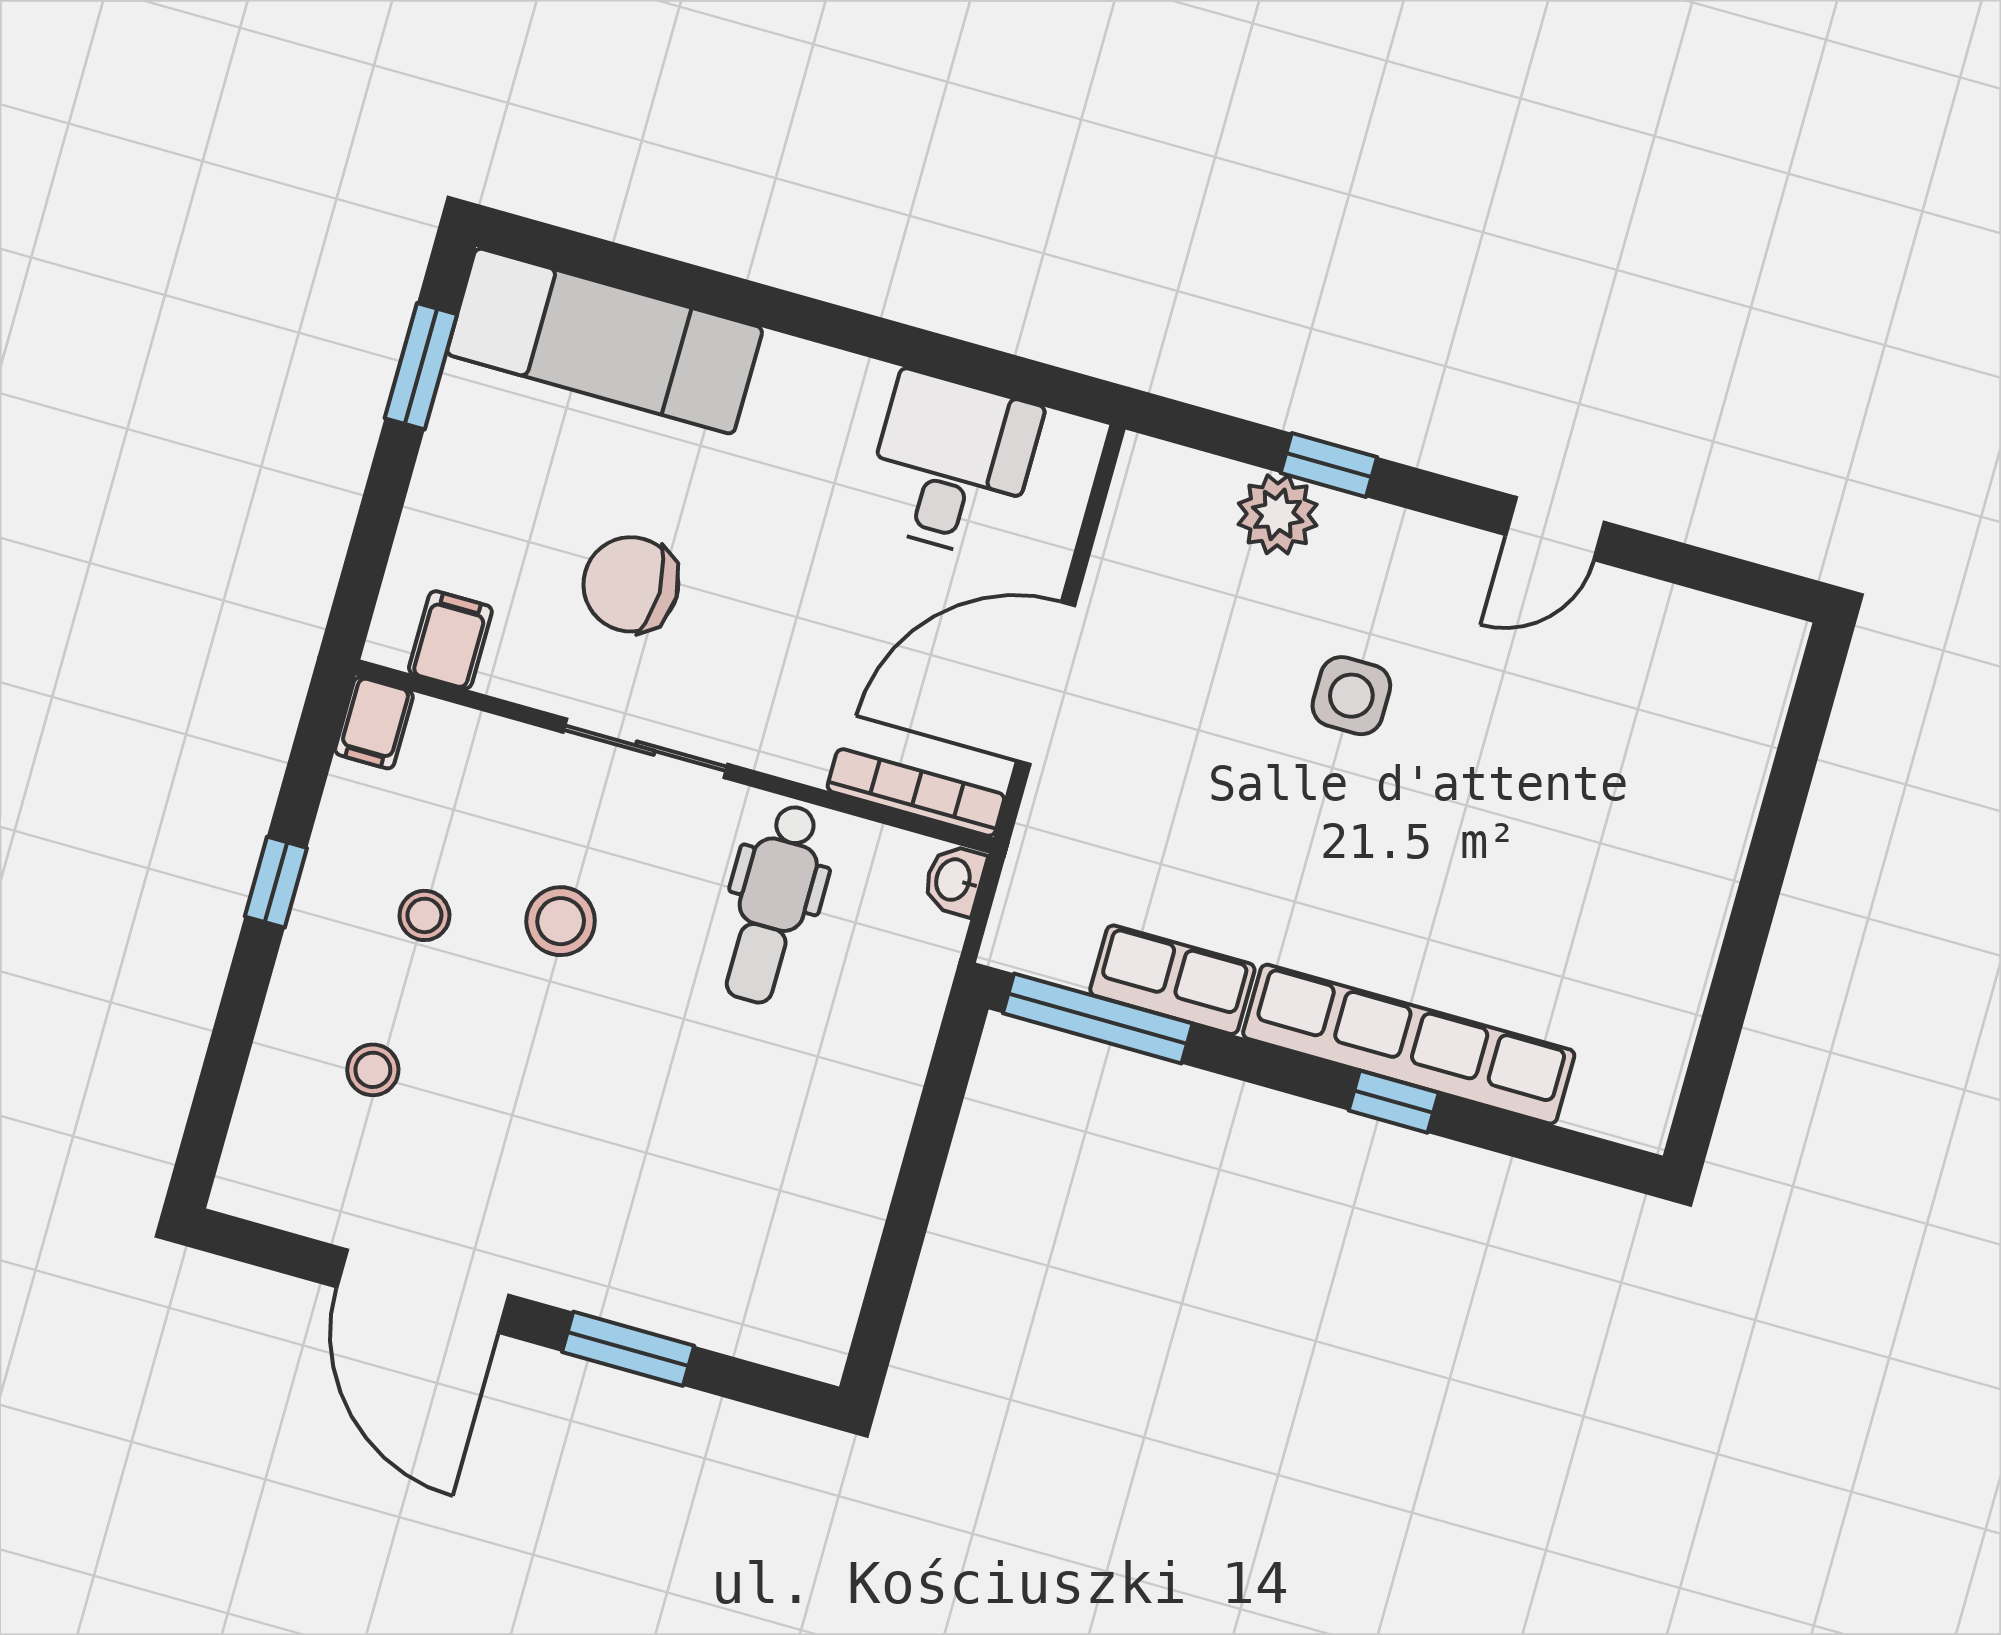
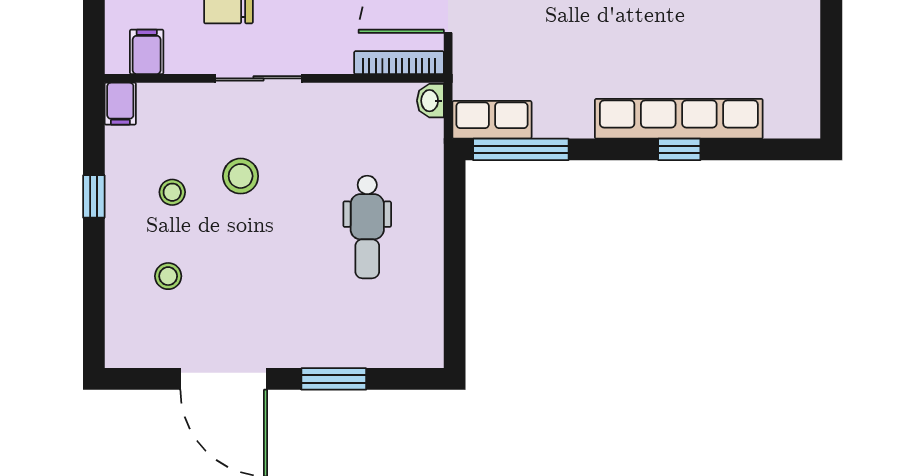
dental chair: (773, 904) -> (367, 227), moved
row of seats: (1172, 980) -> (492, 120), moved

